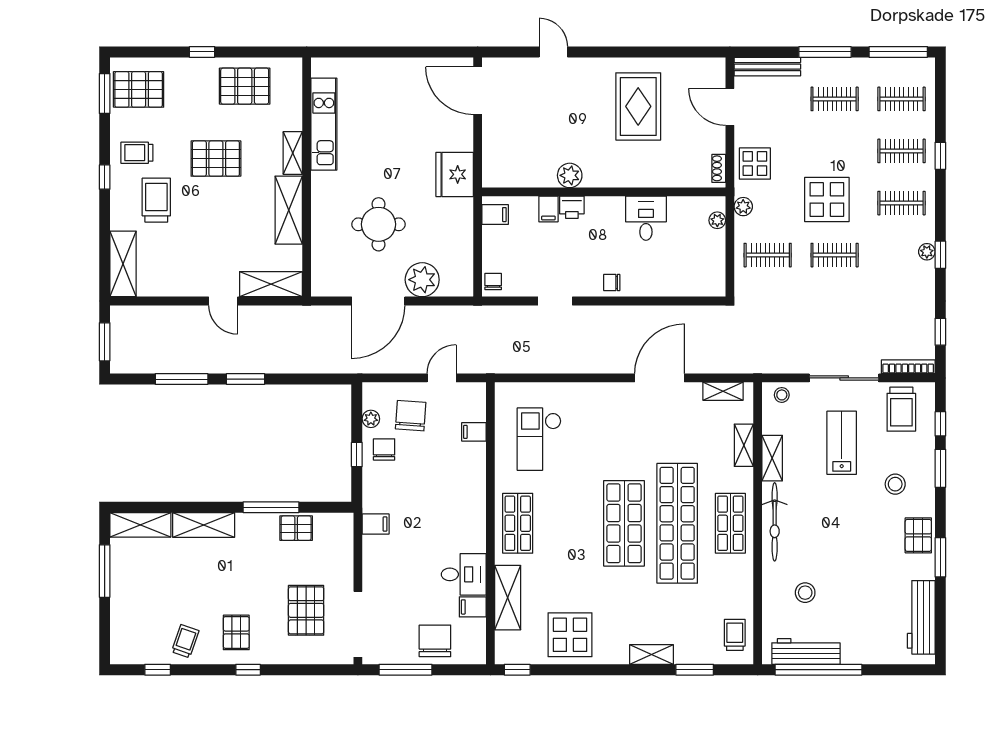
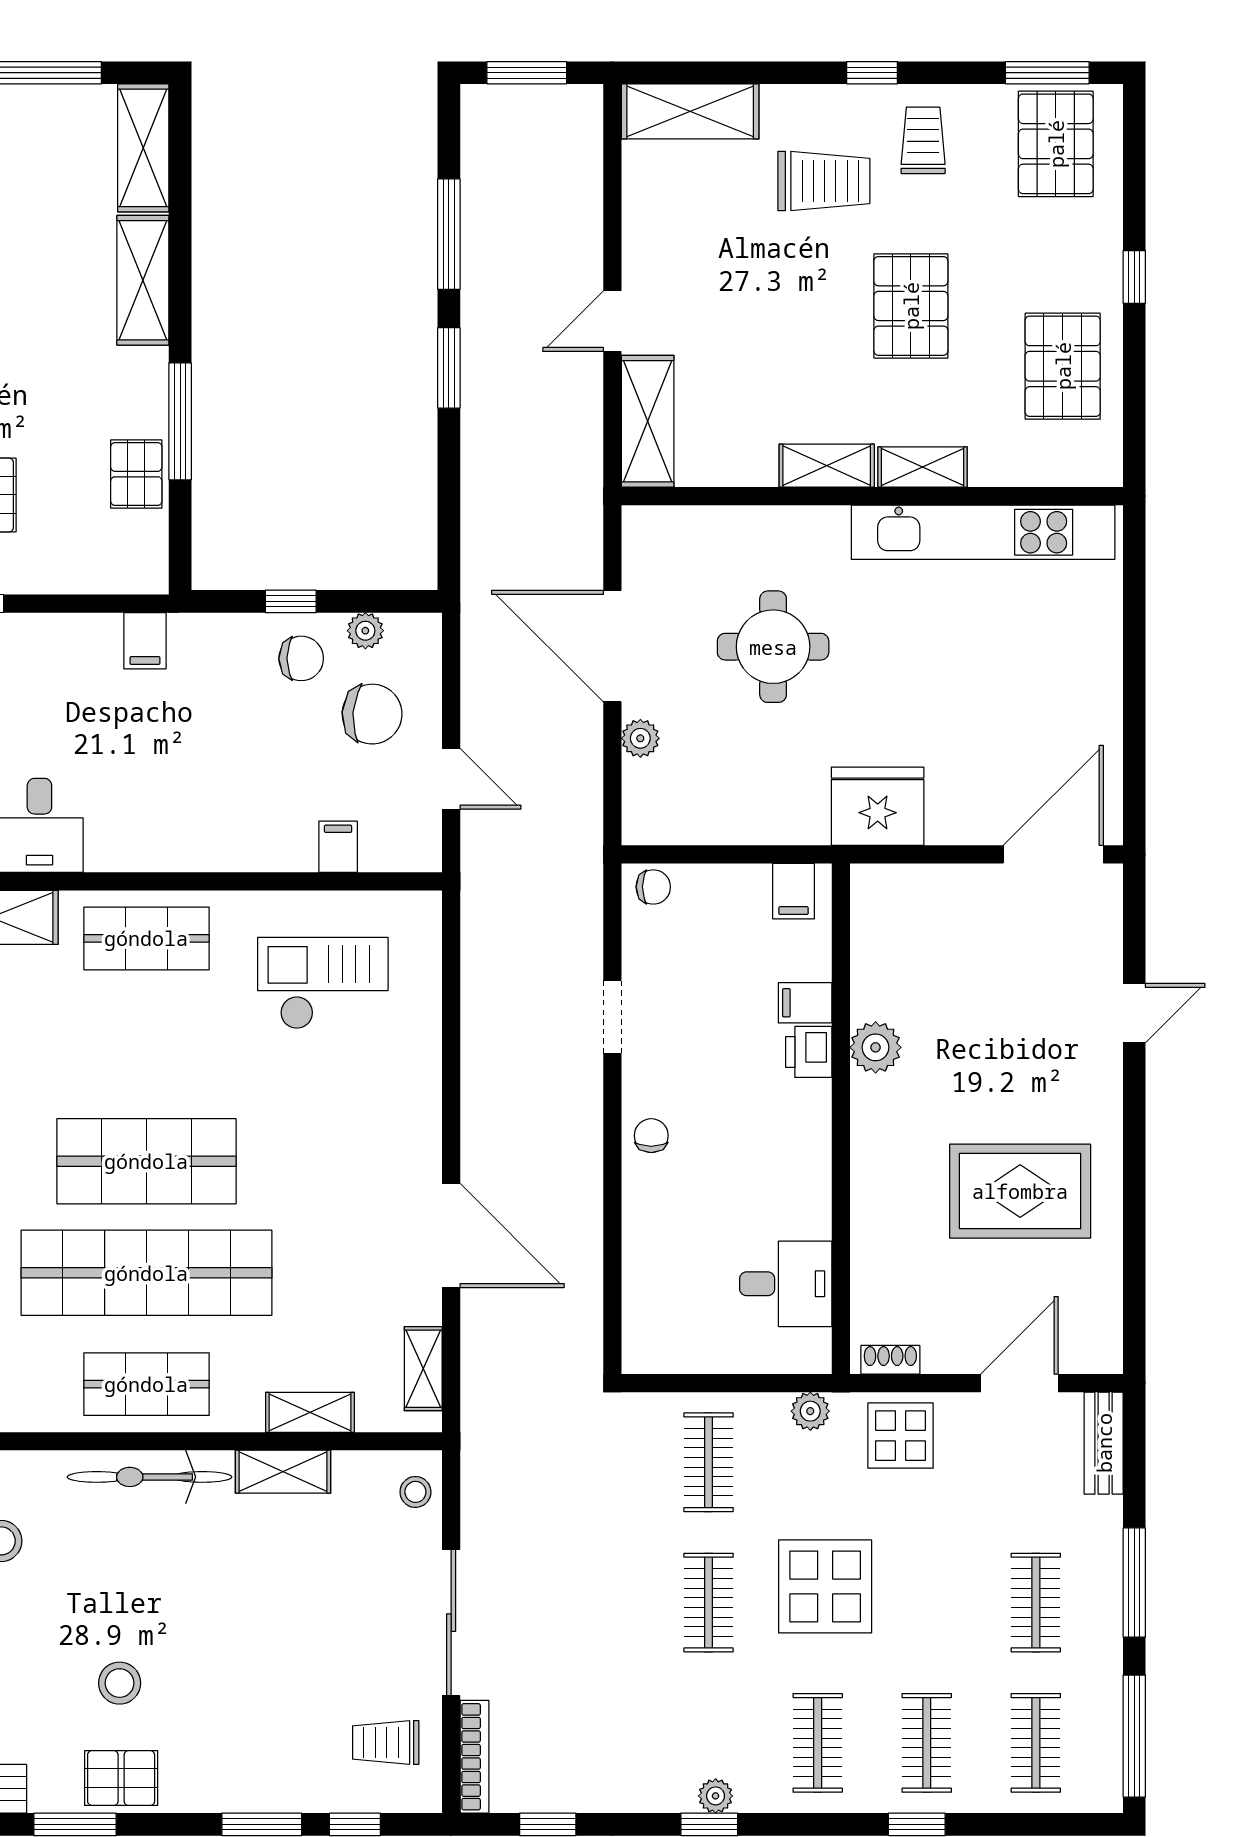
bench: (767, 67) -> (1104, 1443), width x0.73
kitchen unit: (324, 124) -> (983, 532), width x1.36
shelving: (289, 210) -> (827, 466), width x0.67, depth x0.75
desk: (646, 218) -> (786, 1284), moved
plant: (717, 220) -> (781, 1357), removed
plant: (422, 280) -> (640, 738), width x0.53, depth x0.53
trolley: (901, 409) -> (386, 1743), width x0.73, depth x0.72
lab bench: (842, 443) -> (315, 1617), removed
stool: (895, 484) -> (120, 1683), moved

